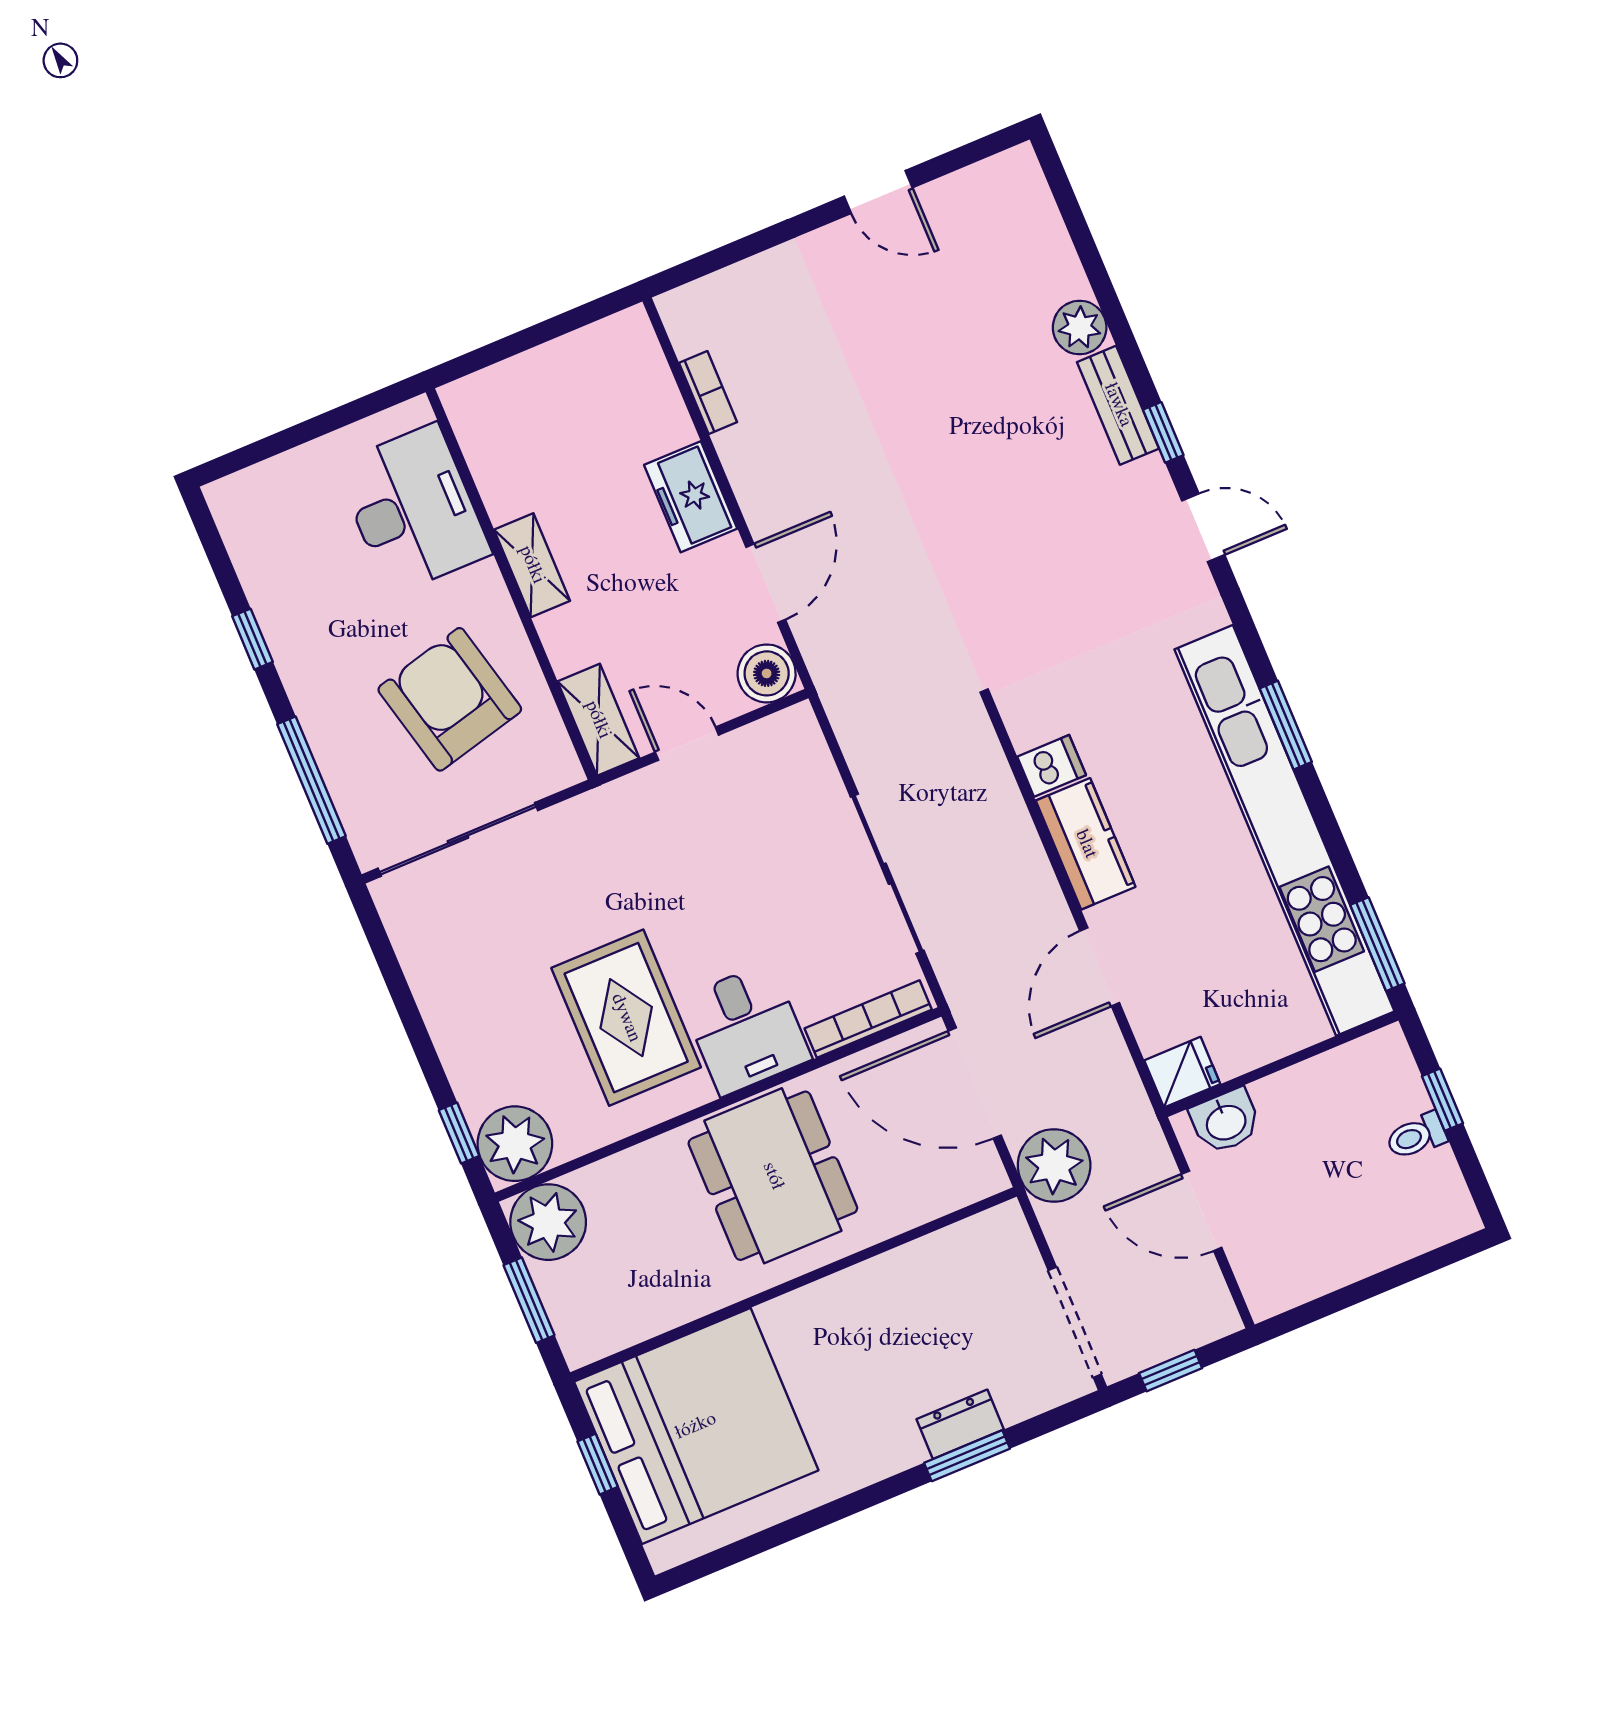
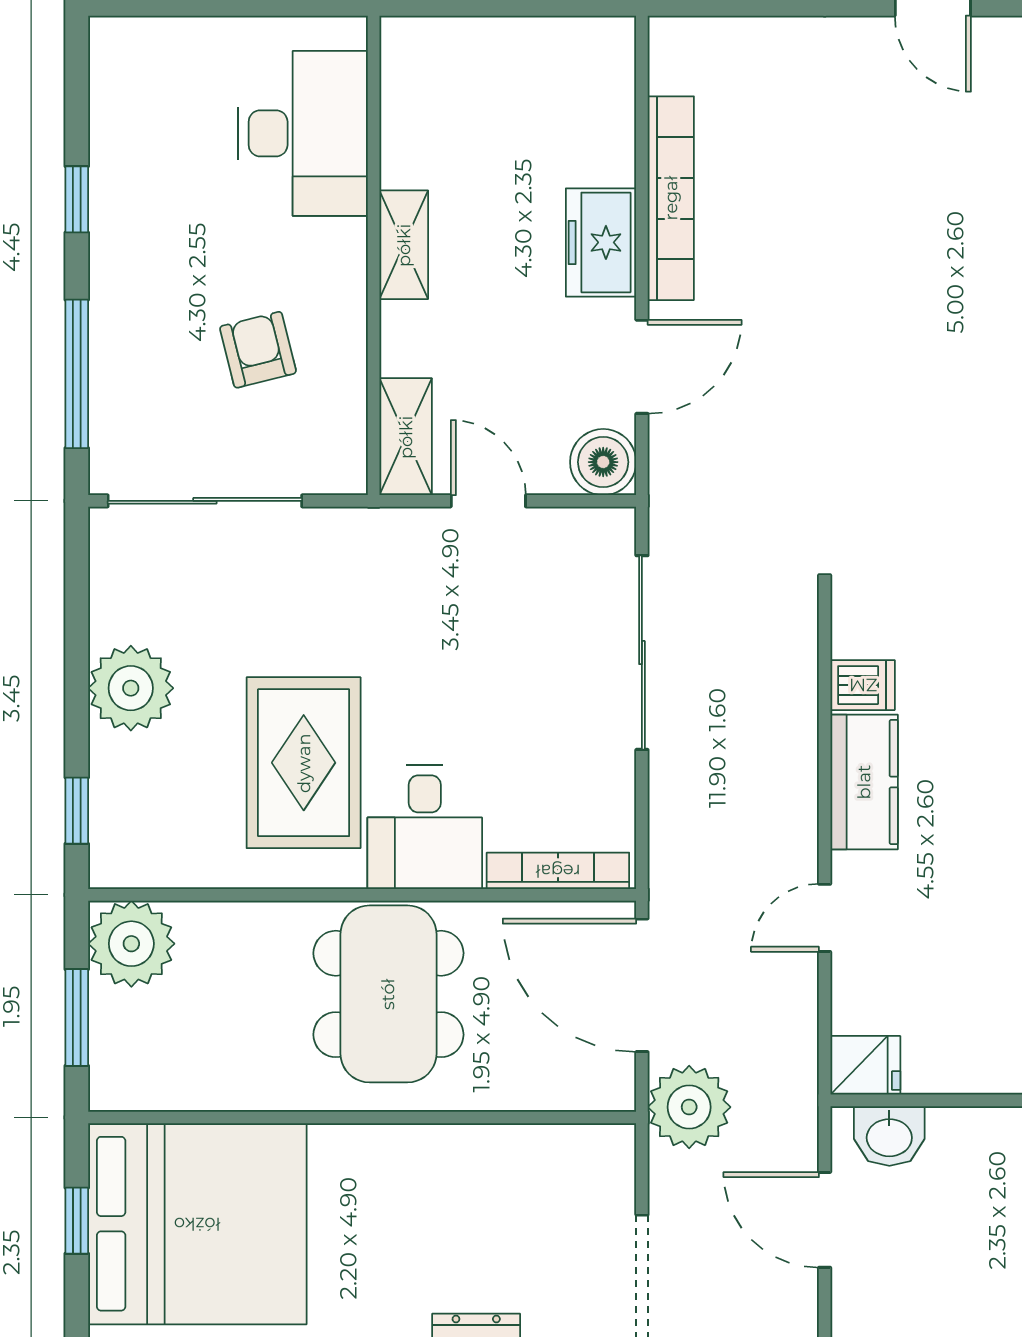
bookcase: (708, 393) -> (671, 198), width x2.31, depth x1.31
armchair: (450, 699) -> (258, 350), width x0.53, depth x0.53
sliding door: (887, 874) -> (642, 653), moved
door: (1100, 967) -> (825, 918), width x0.73
plant: (515, 1144) -> (131, 688), moved

